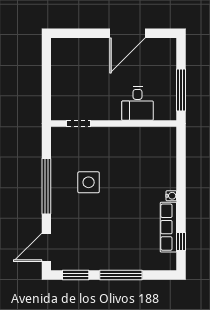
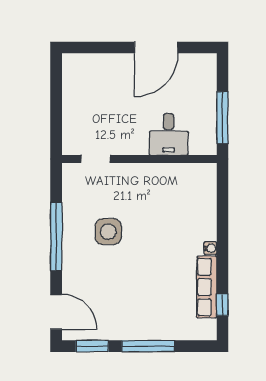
door: (46, 247) -> (56, 312), swing flipped

